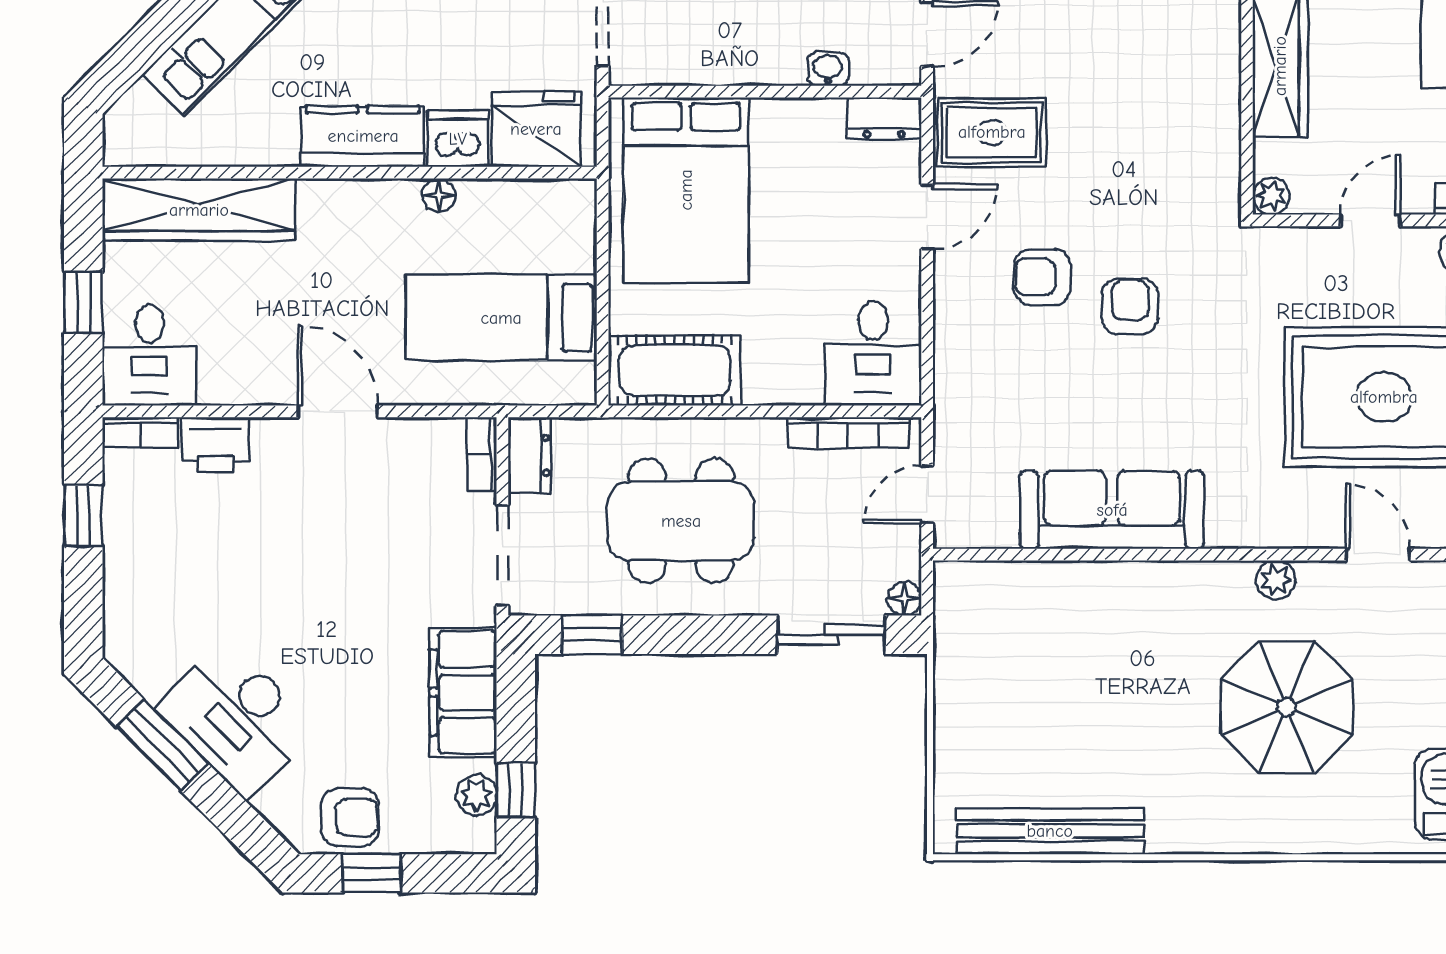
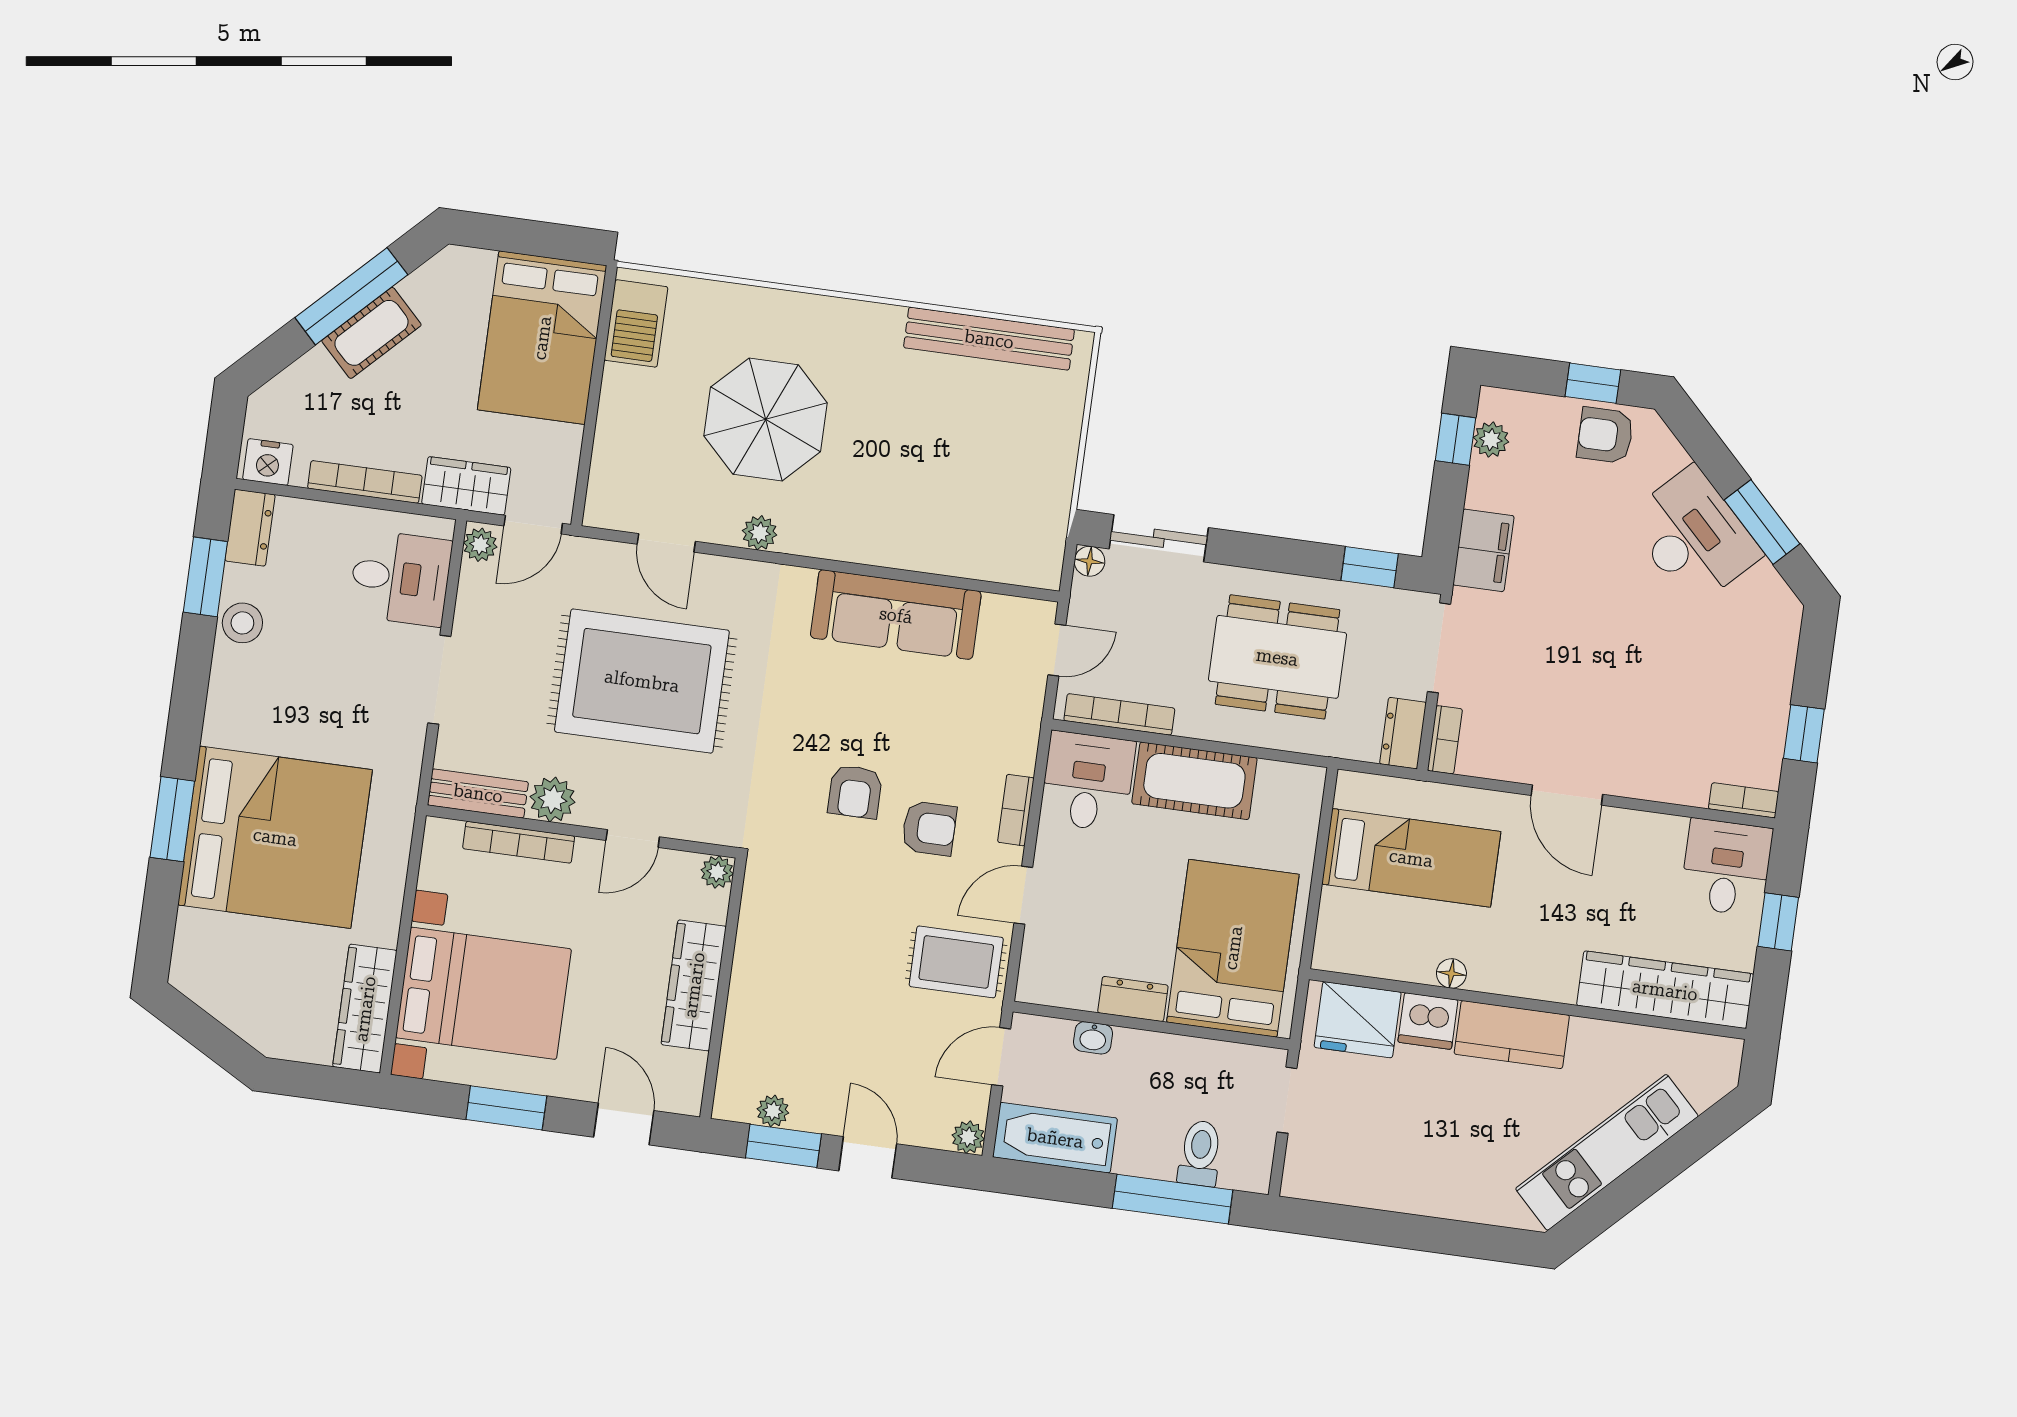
dresser: (884, 118) -> (1133, 999), moved
bookcase: (948, 311) -> (1016, 810), added
cot: (675, 370) -> (1194, 781), moved
printer: (216, 445) -> (1679, 780), removed
filing cabinet: (463, 692) -> (1483, 550), width x0.67, depth x0.86

